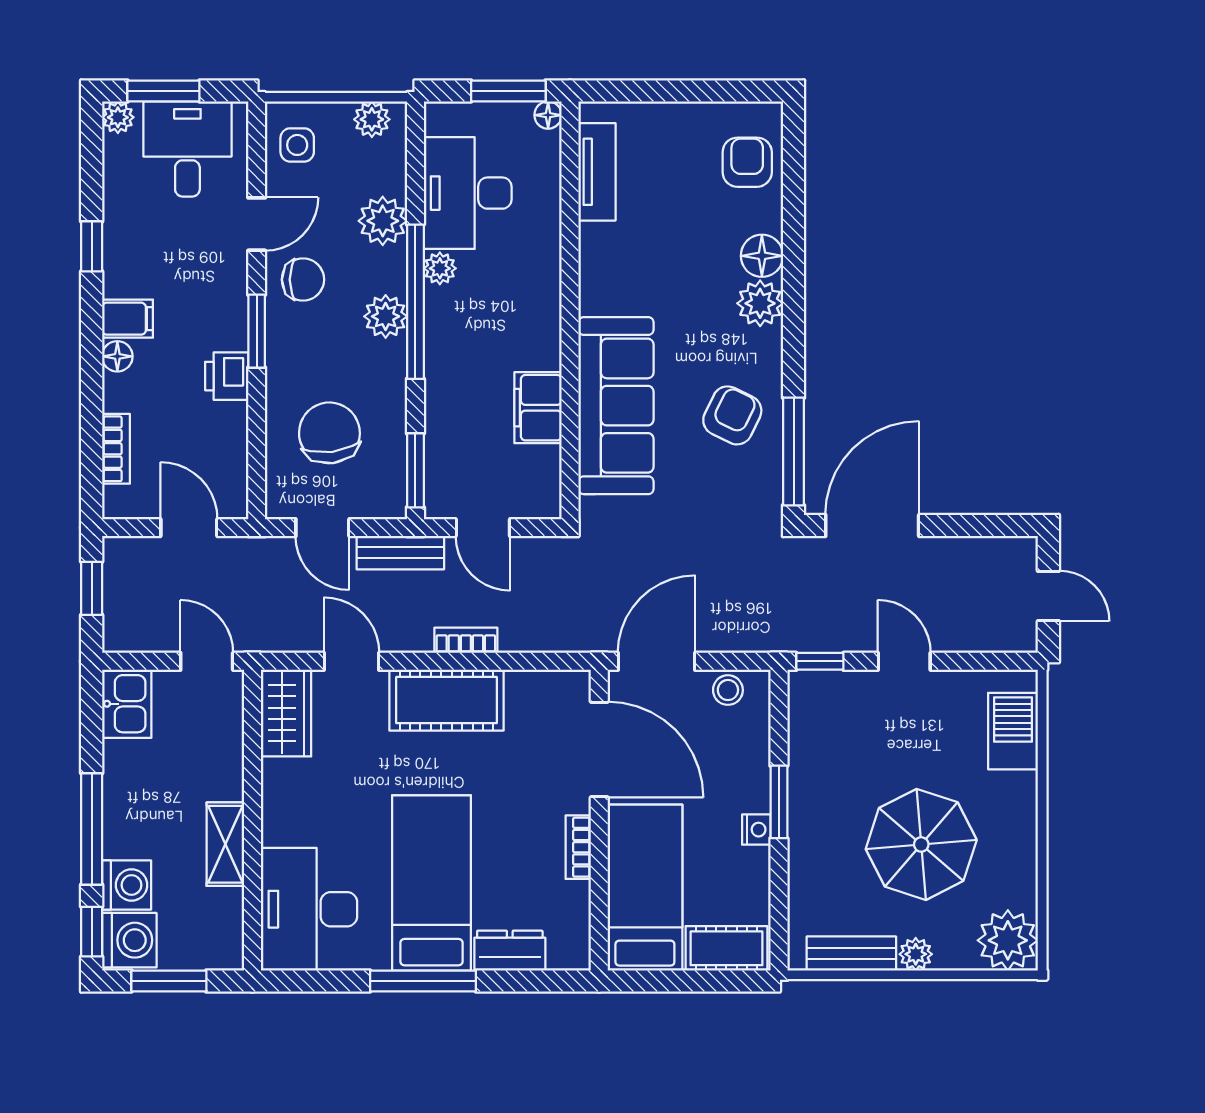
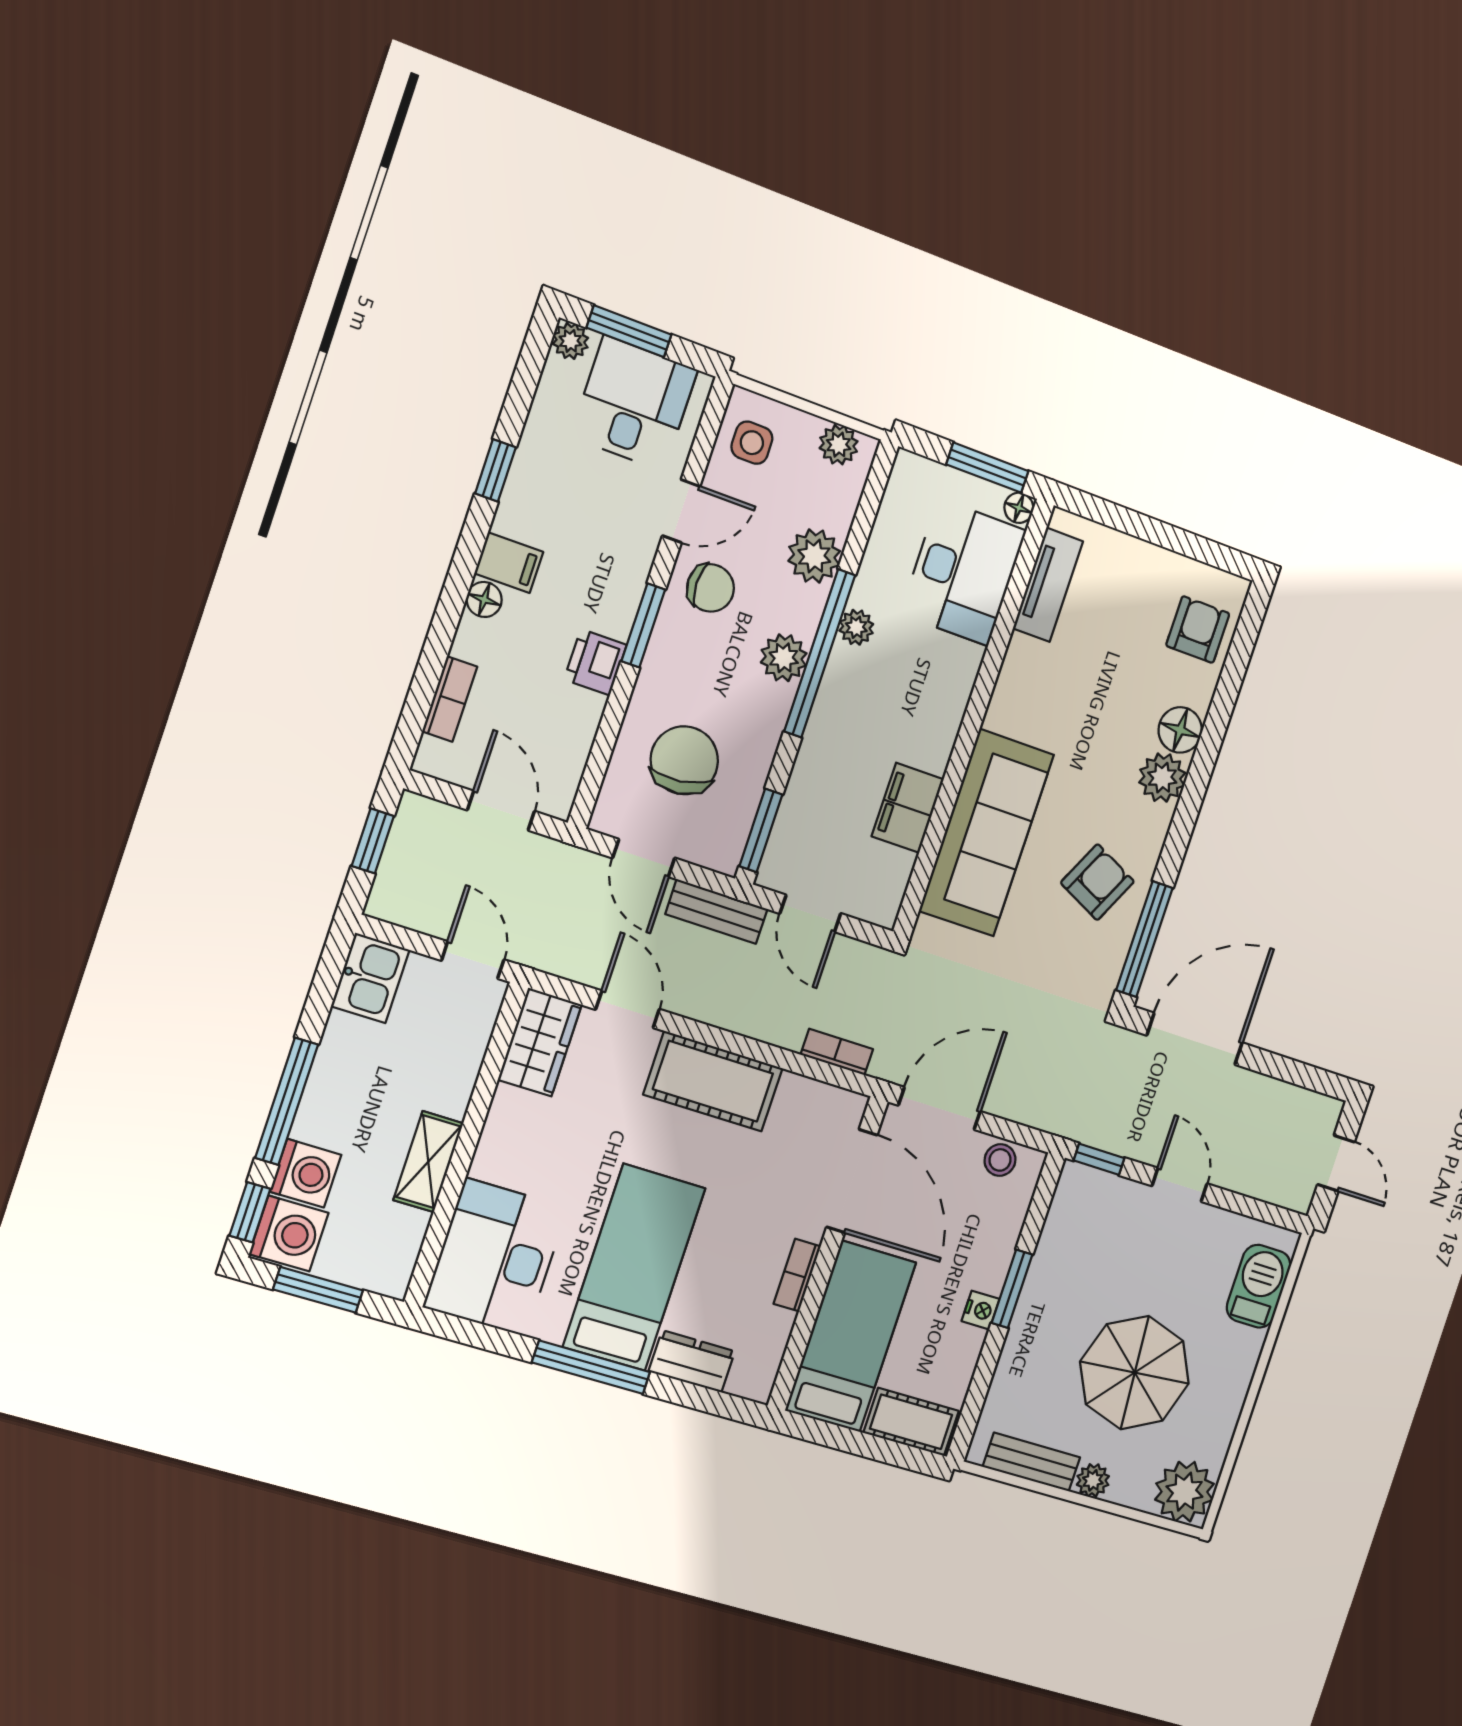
desk: (468, 193) -> (963, 572), moved, turned 180
bookcase: (466, 640) -> (837, 1052), moved

